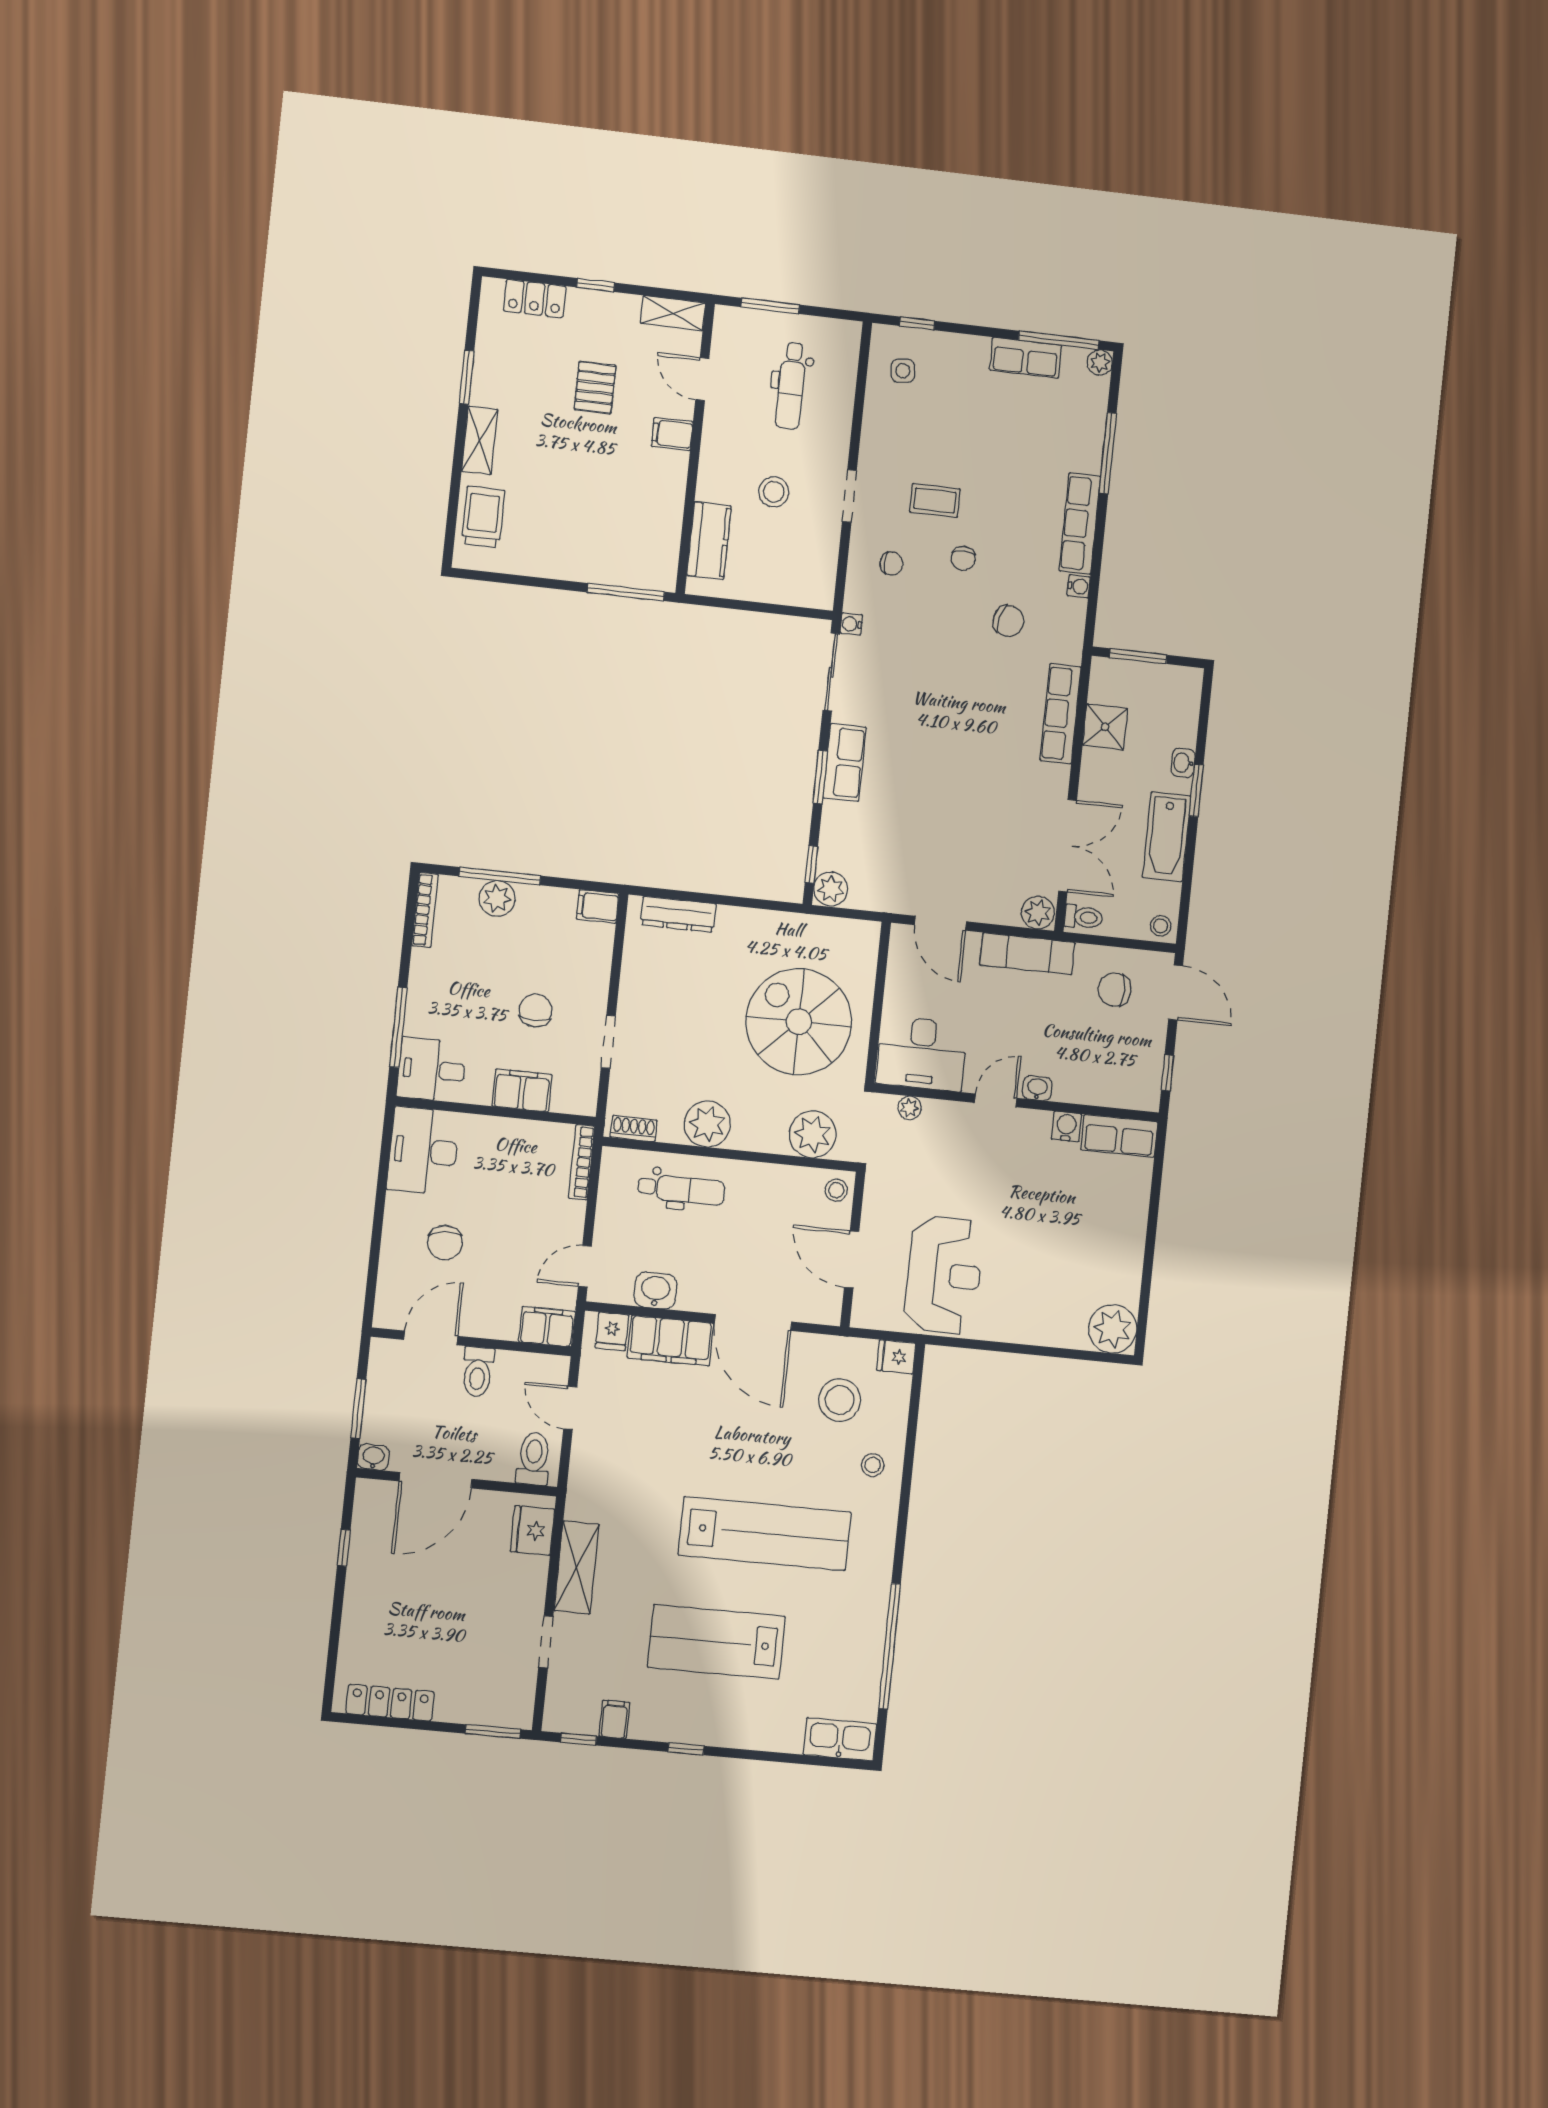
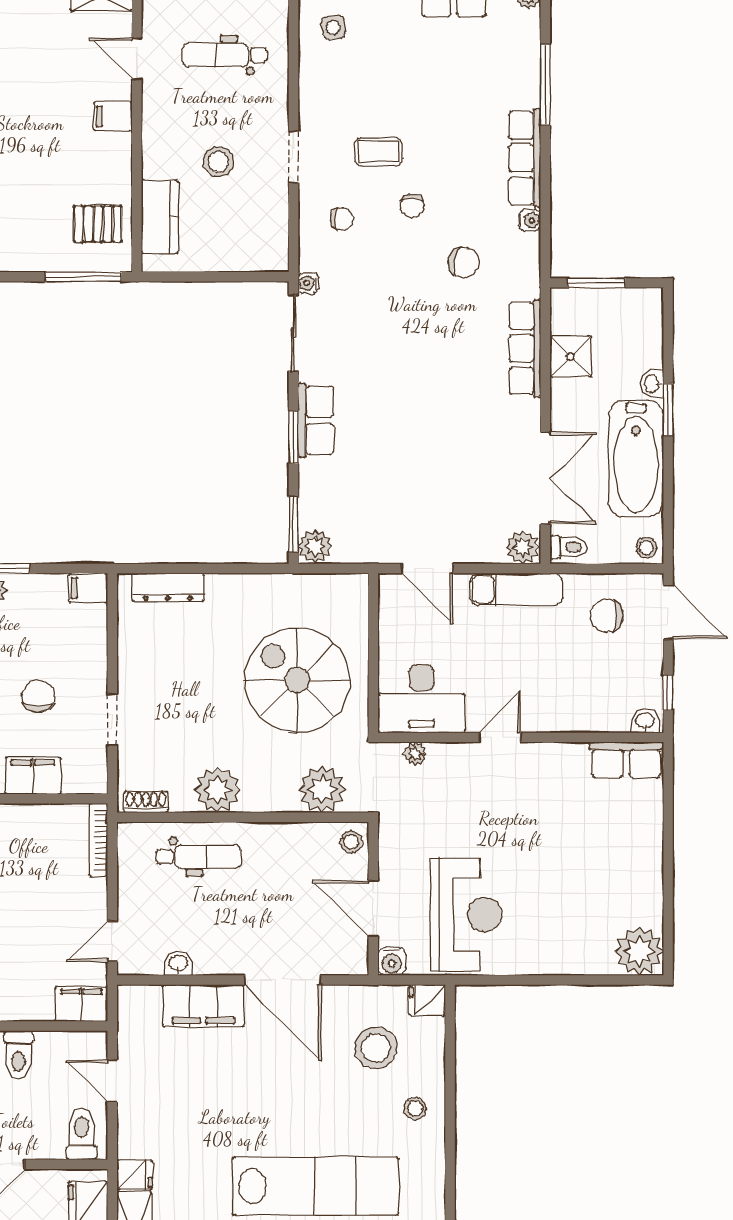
dental chair: (791, 386) -> (225, 55), turned 90
pallet: (595, 387) -> (98, 224), moved, turned 90
bathtub: (1167, 837) -> (636, 459), width x1.36, depth x1.36
window: (811, 864) -> (293, 524), width x1.50
washbasin: (1037, 1088) -> (645, 721), moved
water cooler: (1066, 1127) -> (392, 961), moved, turned 180
washbasin: (656, 1291) -> (178, 963), width x0.72, depth x0.69
fridge: (612, 1331) -> (135, 1175), moved, turned -90

